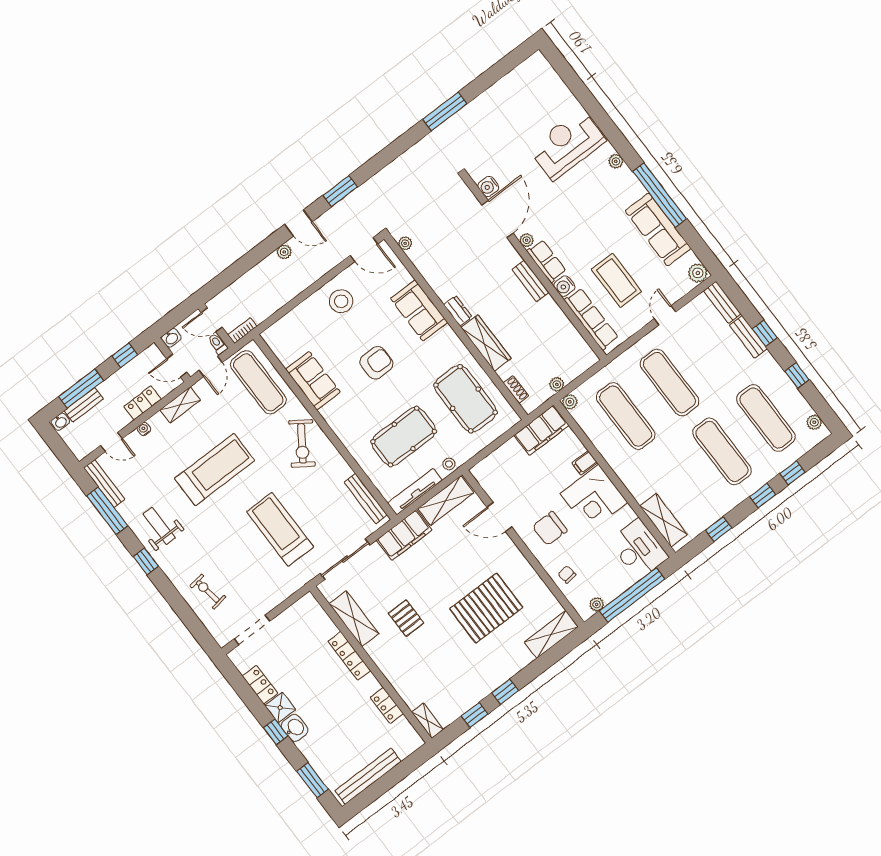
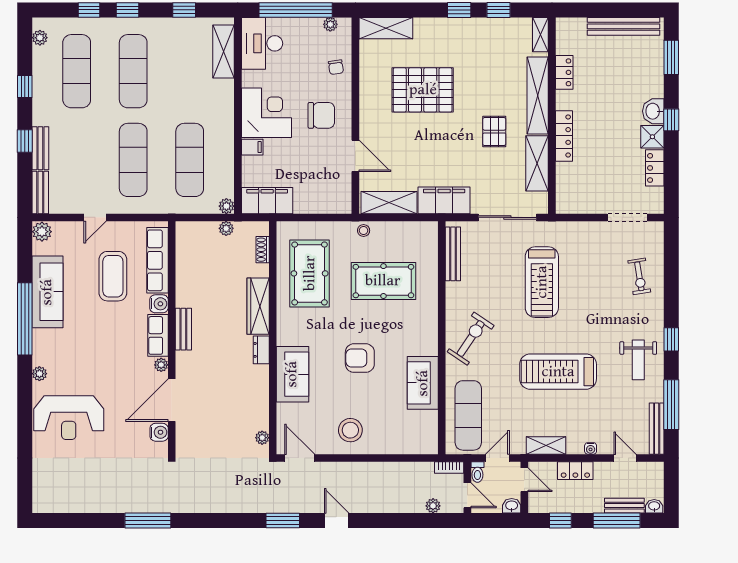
plant: (284, 252) -> (433, 506), moved
tv unit: (415, 492) -> (409, 229), removed
shelving: (394, 672) -> (538, 95), added

